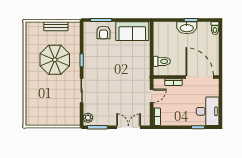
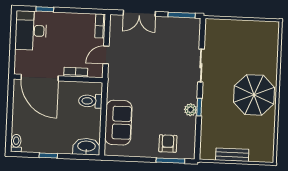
washbasin: (187, 28) -> (86, 147), moved
sofa: (132, 31) -> (118, 123), moved, turned 90
parasol: (55, 60) -> (254, 95), moved
plant: (88, 118) -> (190, 110), moved

